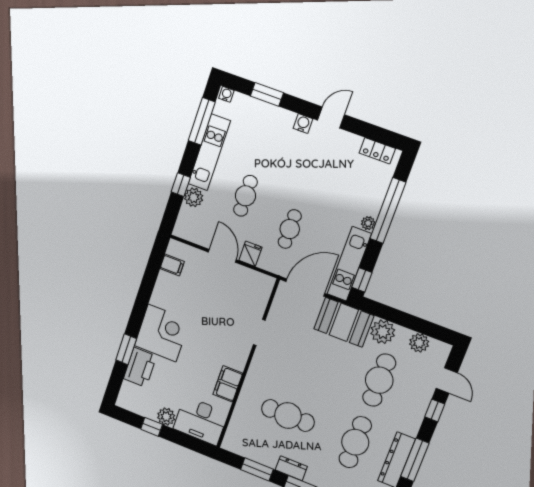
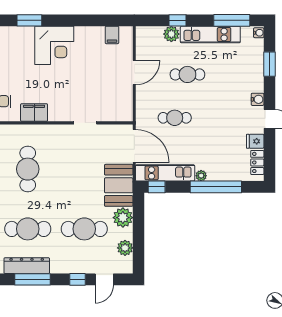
fridge: (250, 254) -> (255, 141), moved, turned 180
printer: (140, 367) -> (19, 37), removed

